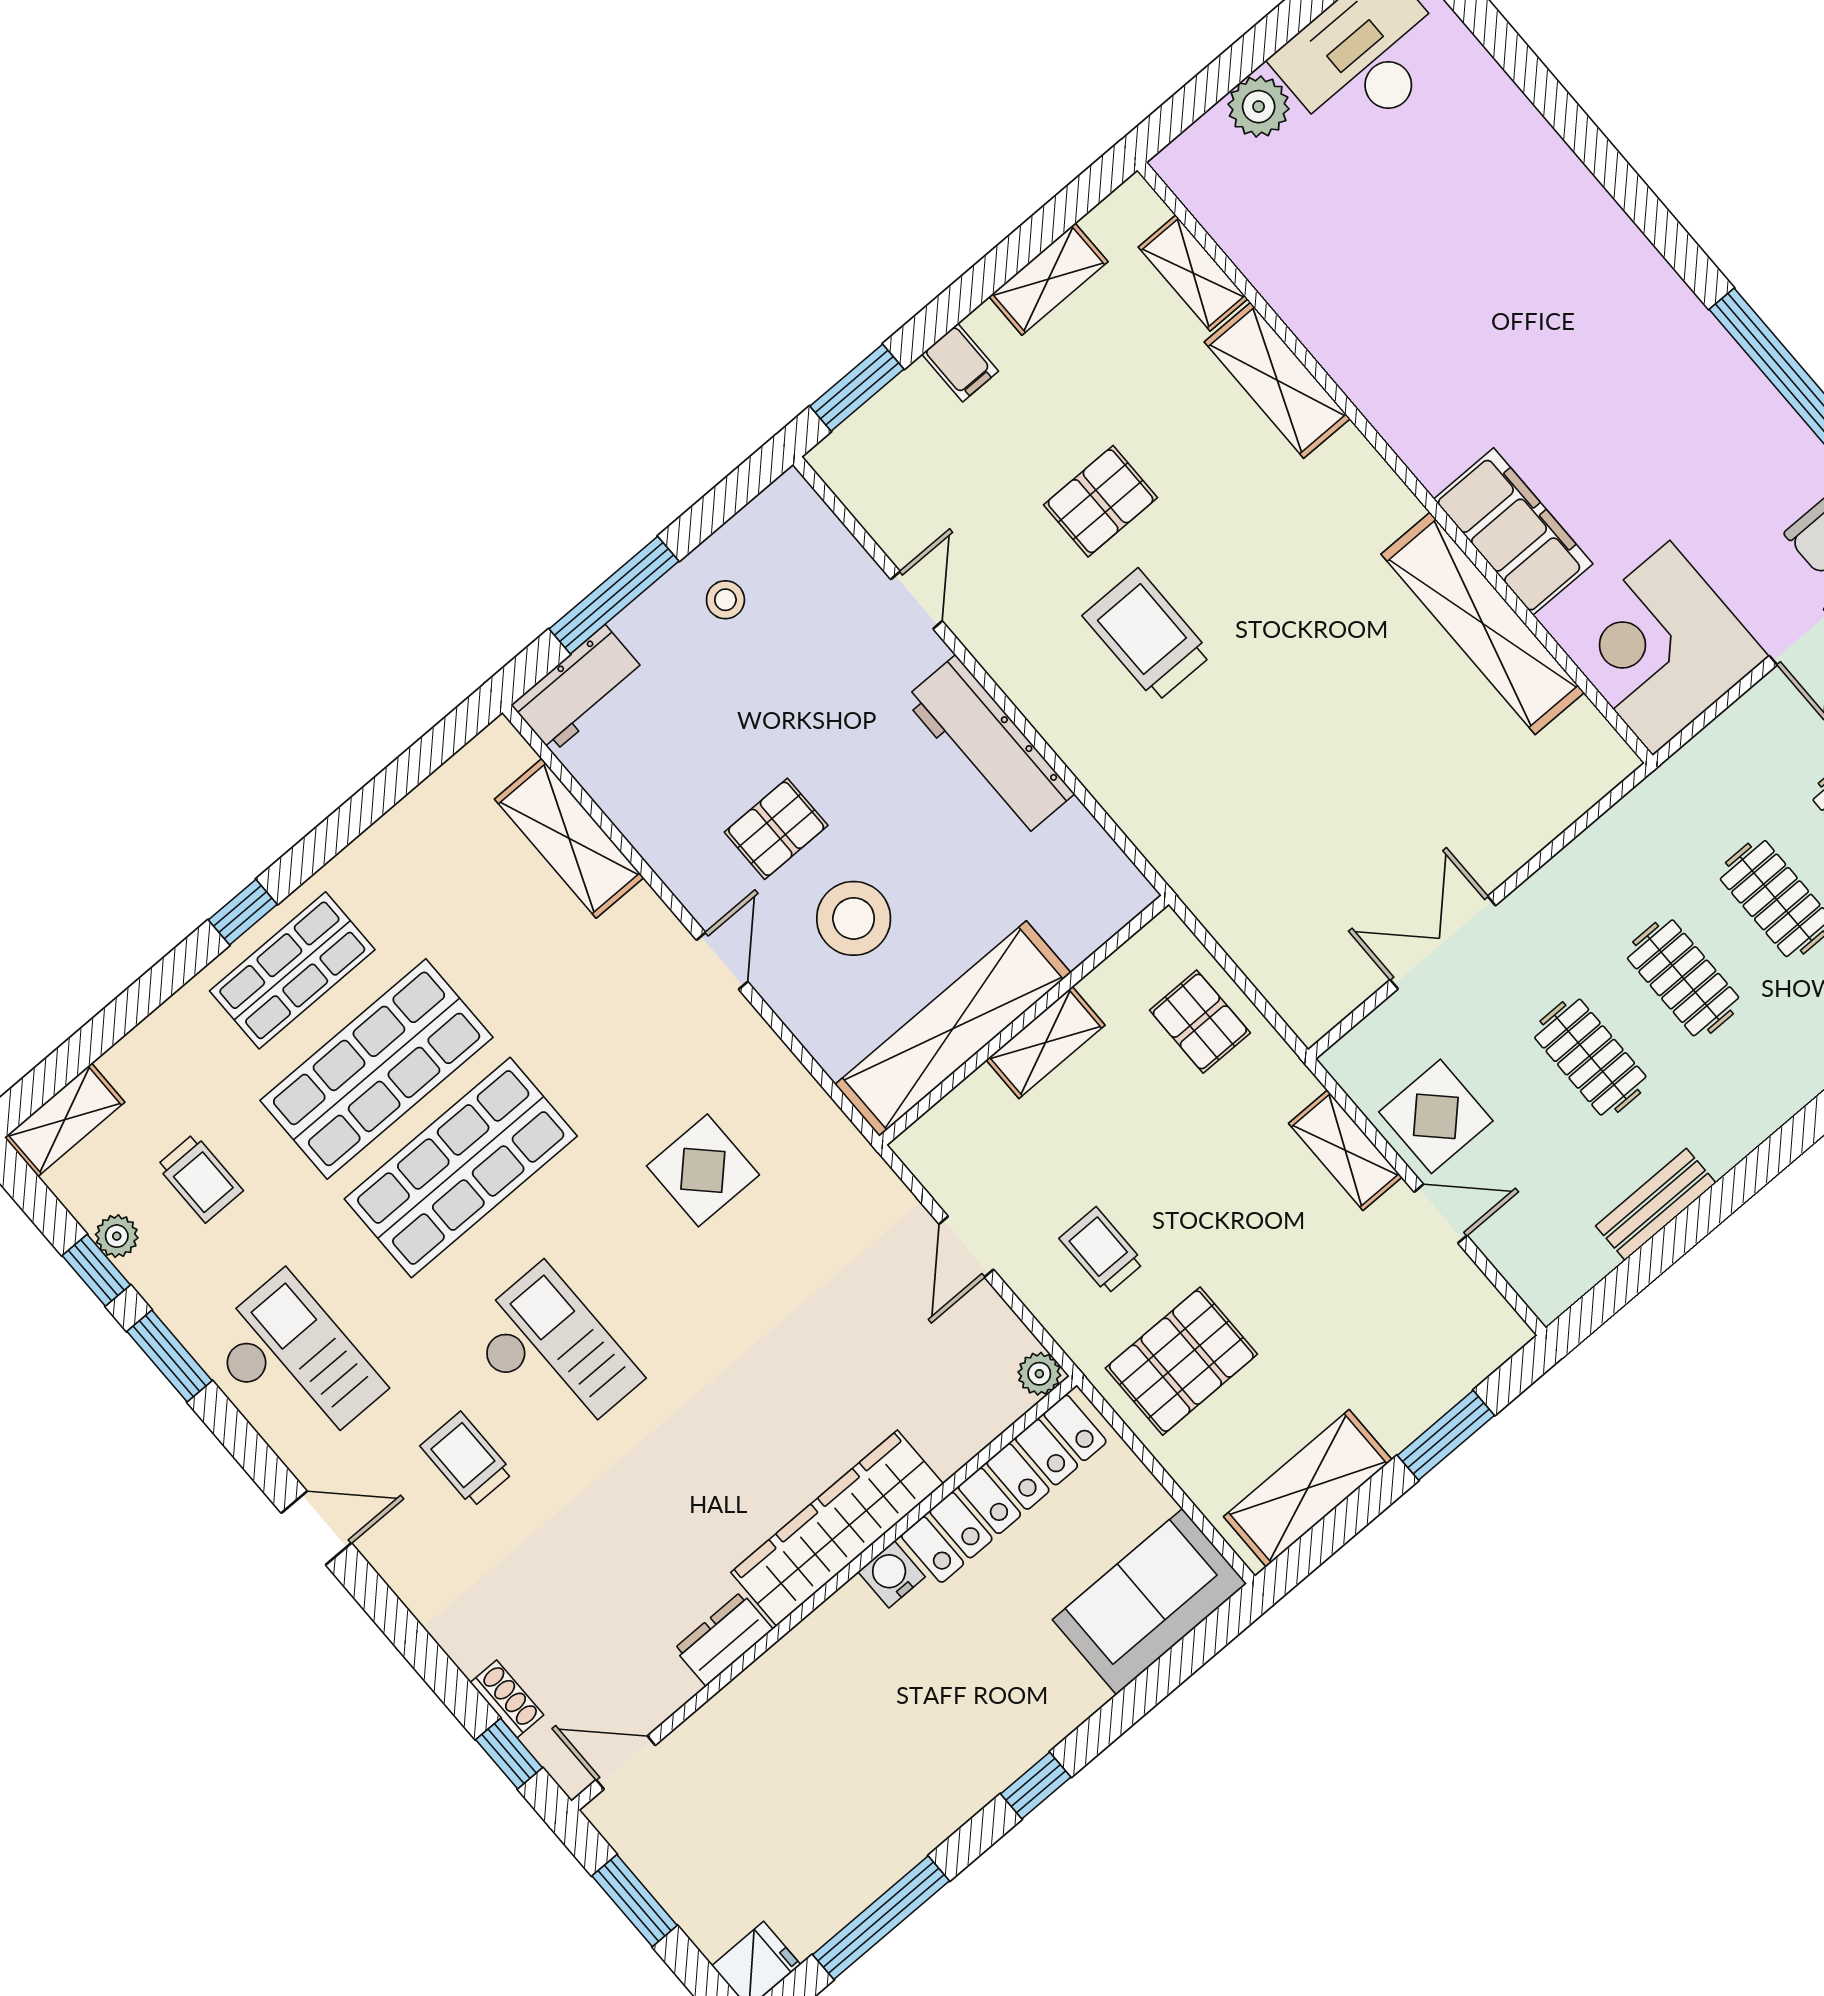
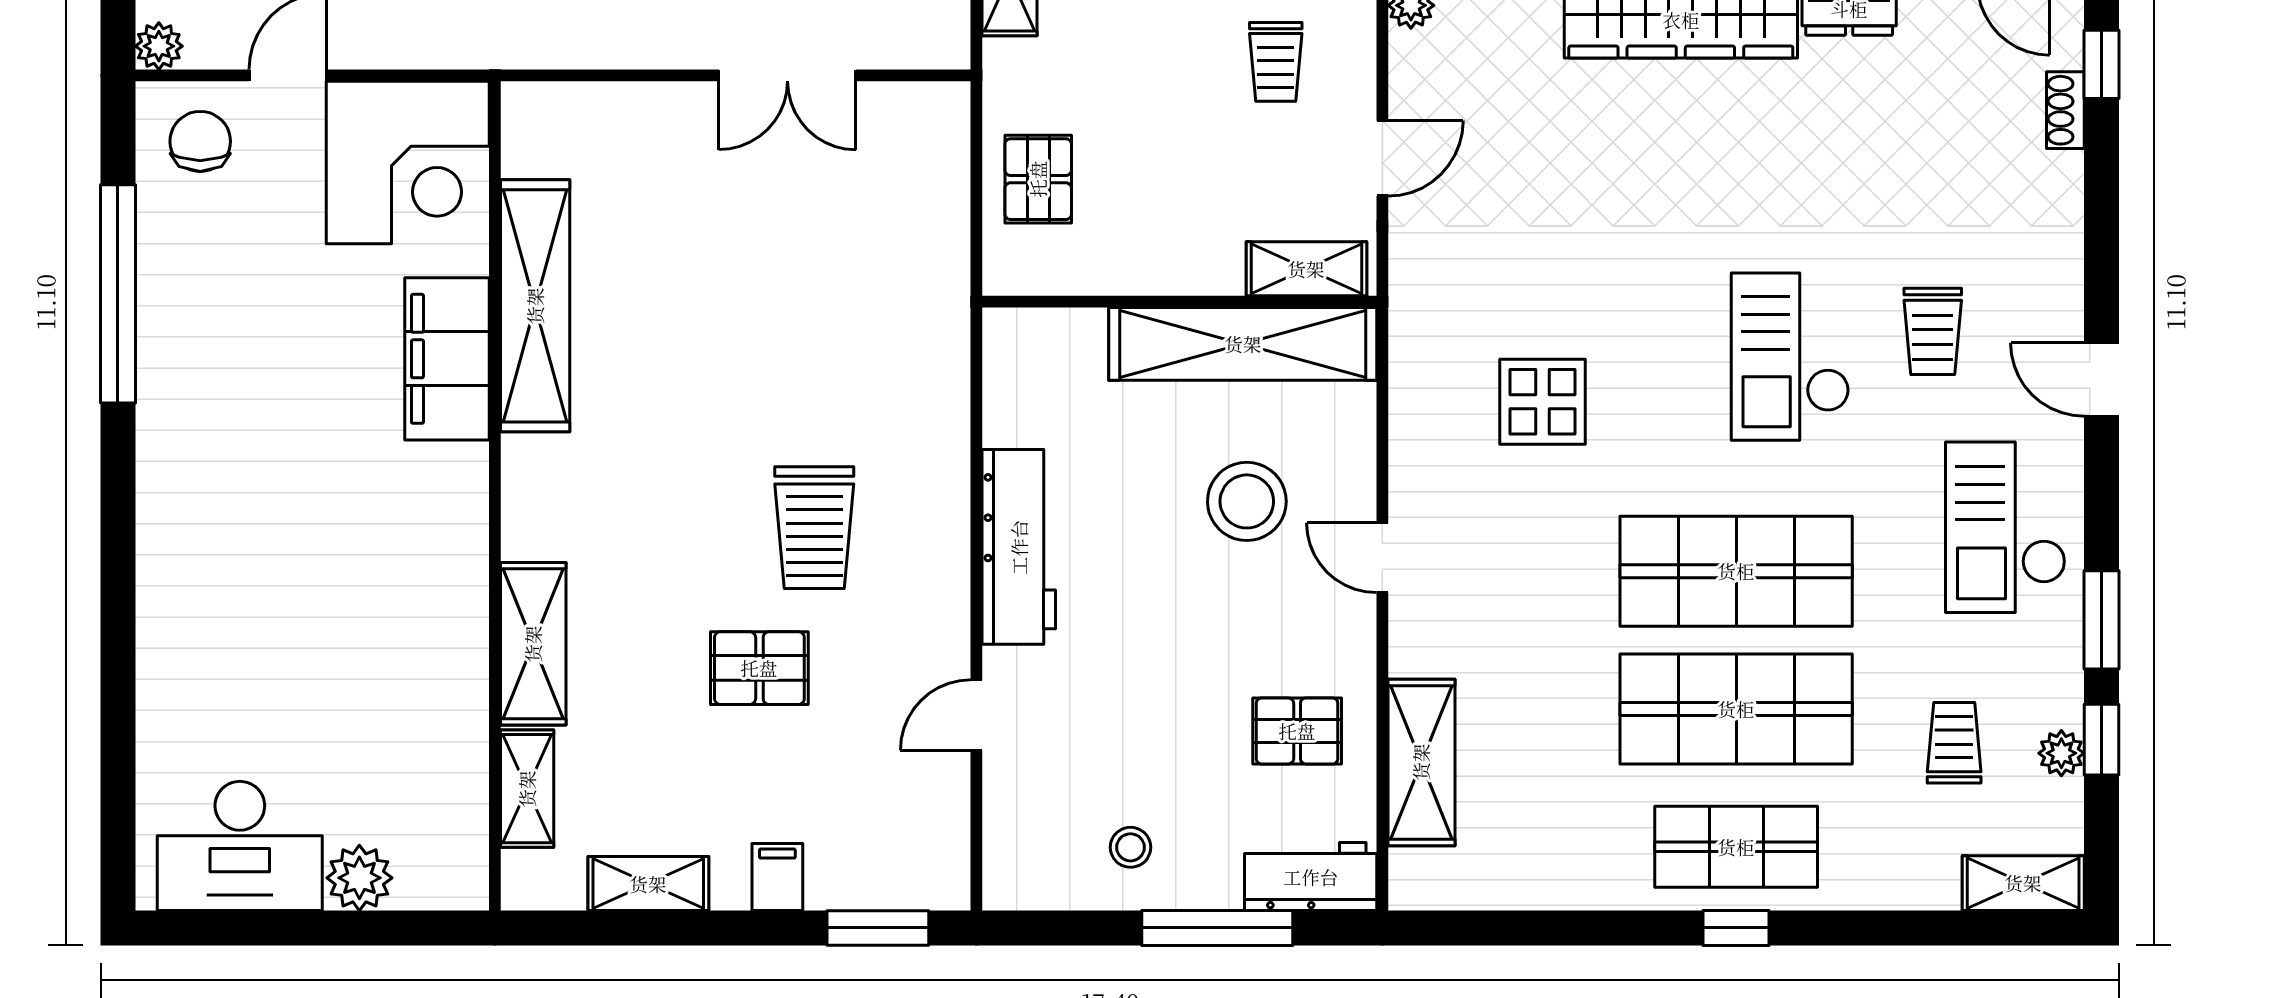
pallet: (776, 829) -> (1297, 731), moved
door: (722, 961) -> (1382, 558), hinge flipped
shelving: (1045, 1043) -> (1306, 269), moved

